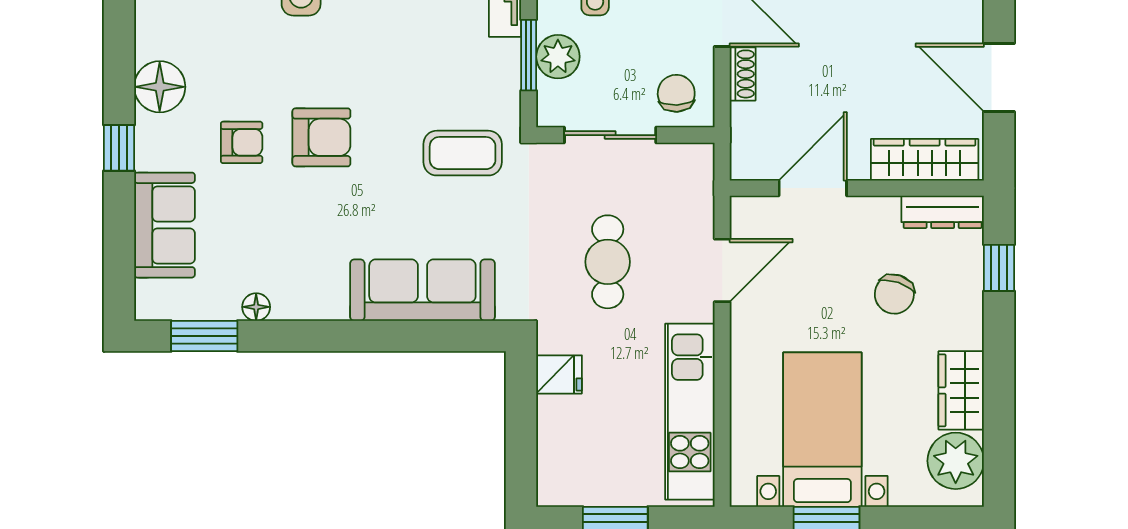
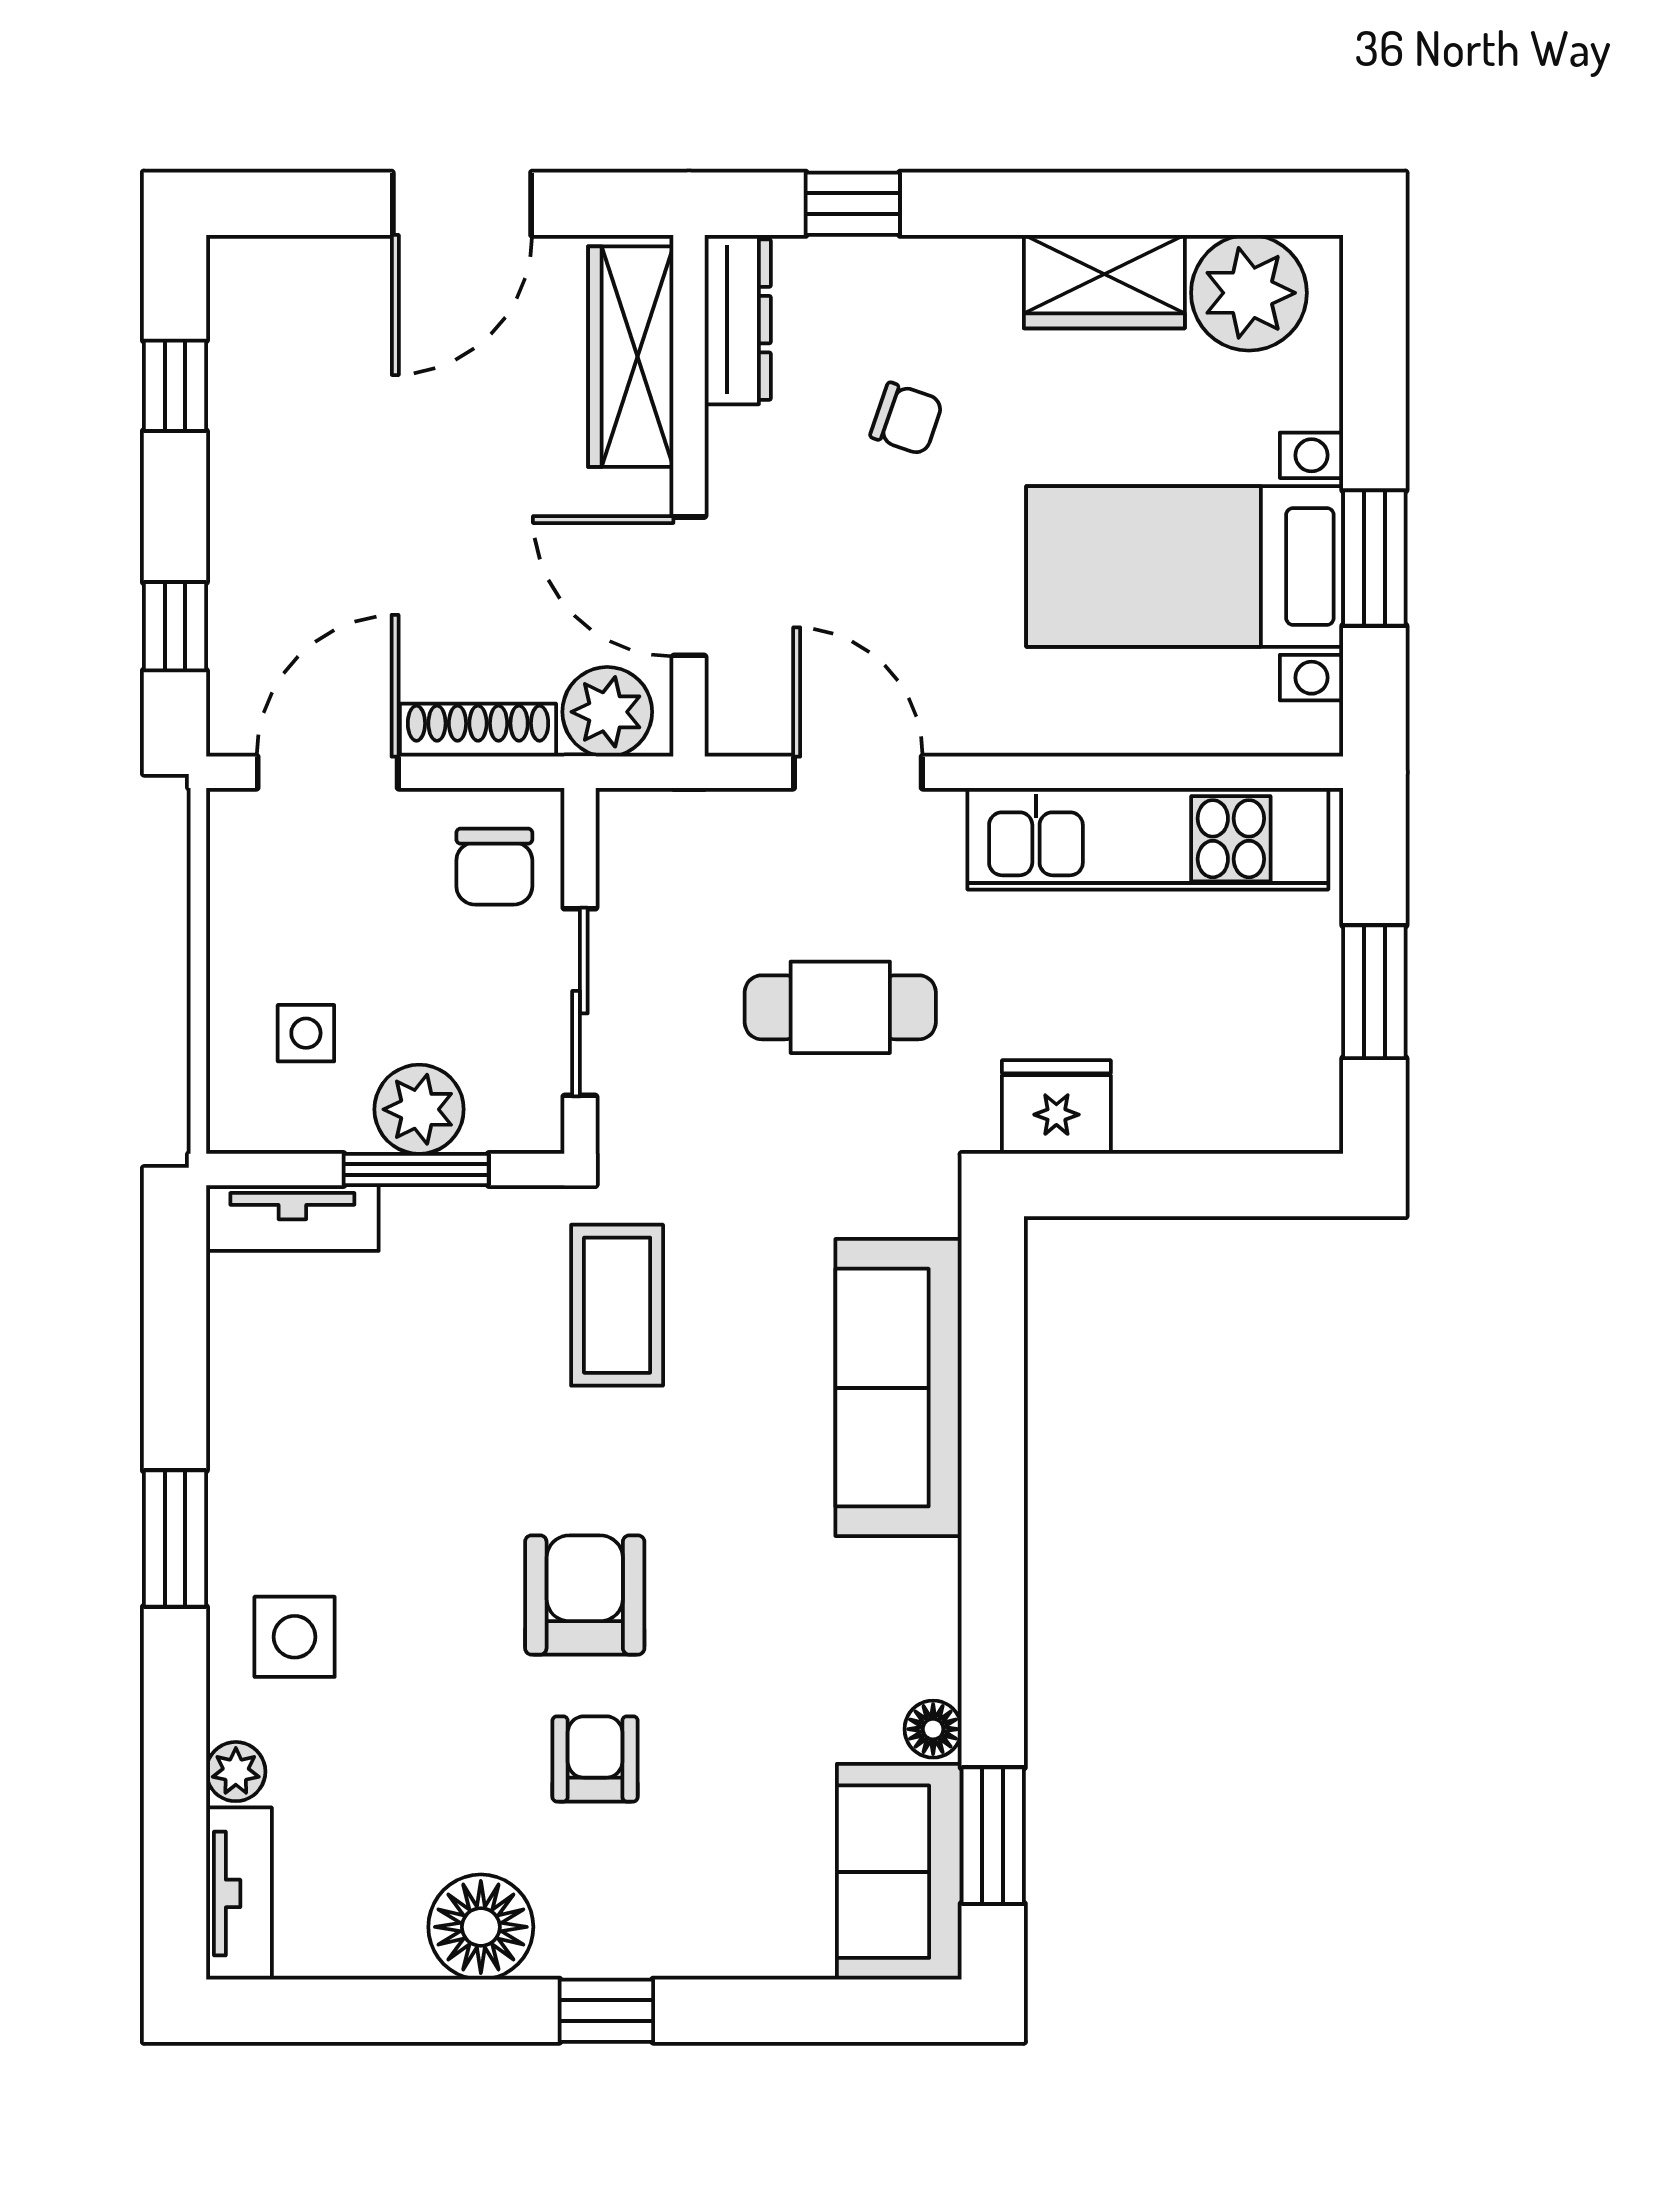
shoe rack: (743, 74) -> (478, 730), width x1.43
chair: (676, 93) -> (494, 867), turned -87
plant: (752, 148) -> (607, 712), added
sofa: (165, 225) -> (899, 1872), moved, turned -90
chair: (894, 294) -> (907, 419), width x0.73, depth x0.73
fridge: (559, 374) -> (1056, 1107), width x1.38

